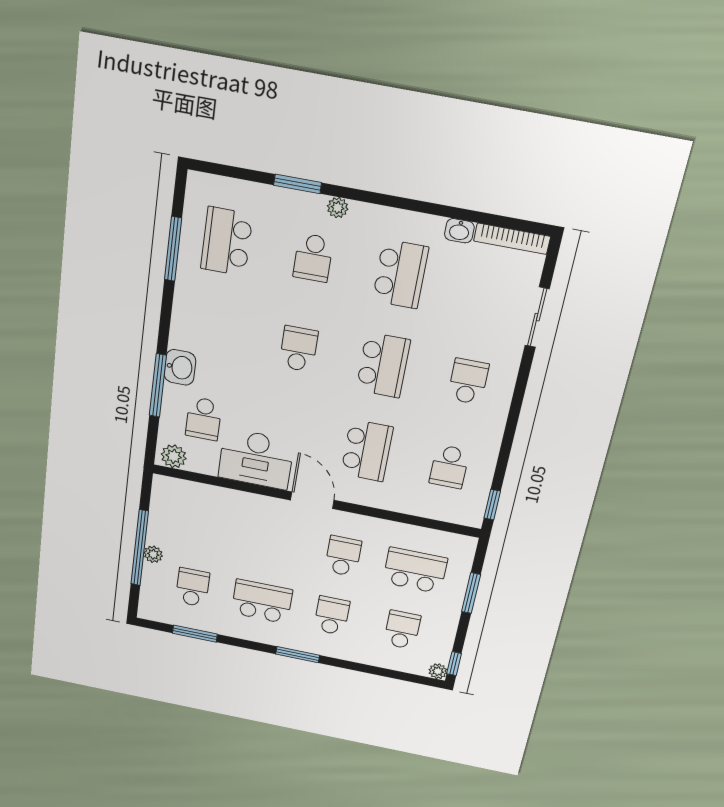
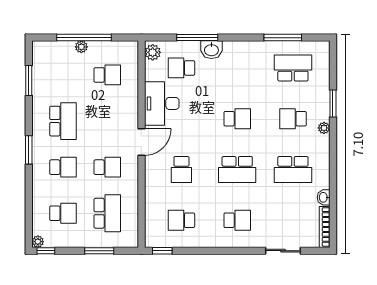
school desk: (367, 451) -> (181, 169), width x0.54
school desk: (193, 587) -> (107, 75), moved

